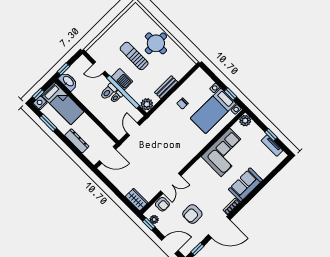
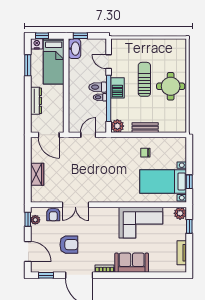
window: (271, 135) -> (189, 226), moved
wardrobe: (137, 200) -> (37, 174), moved
armchair: (192, 214) -> (69, 245), turned 180

